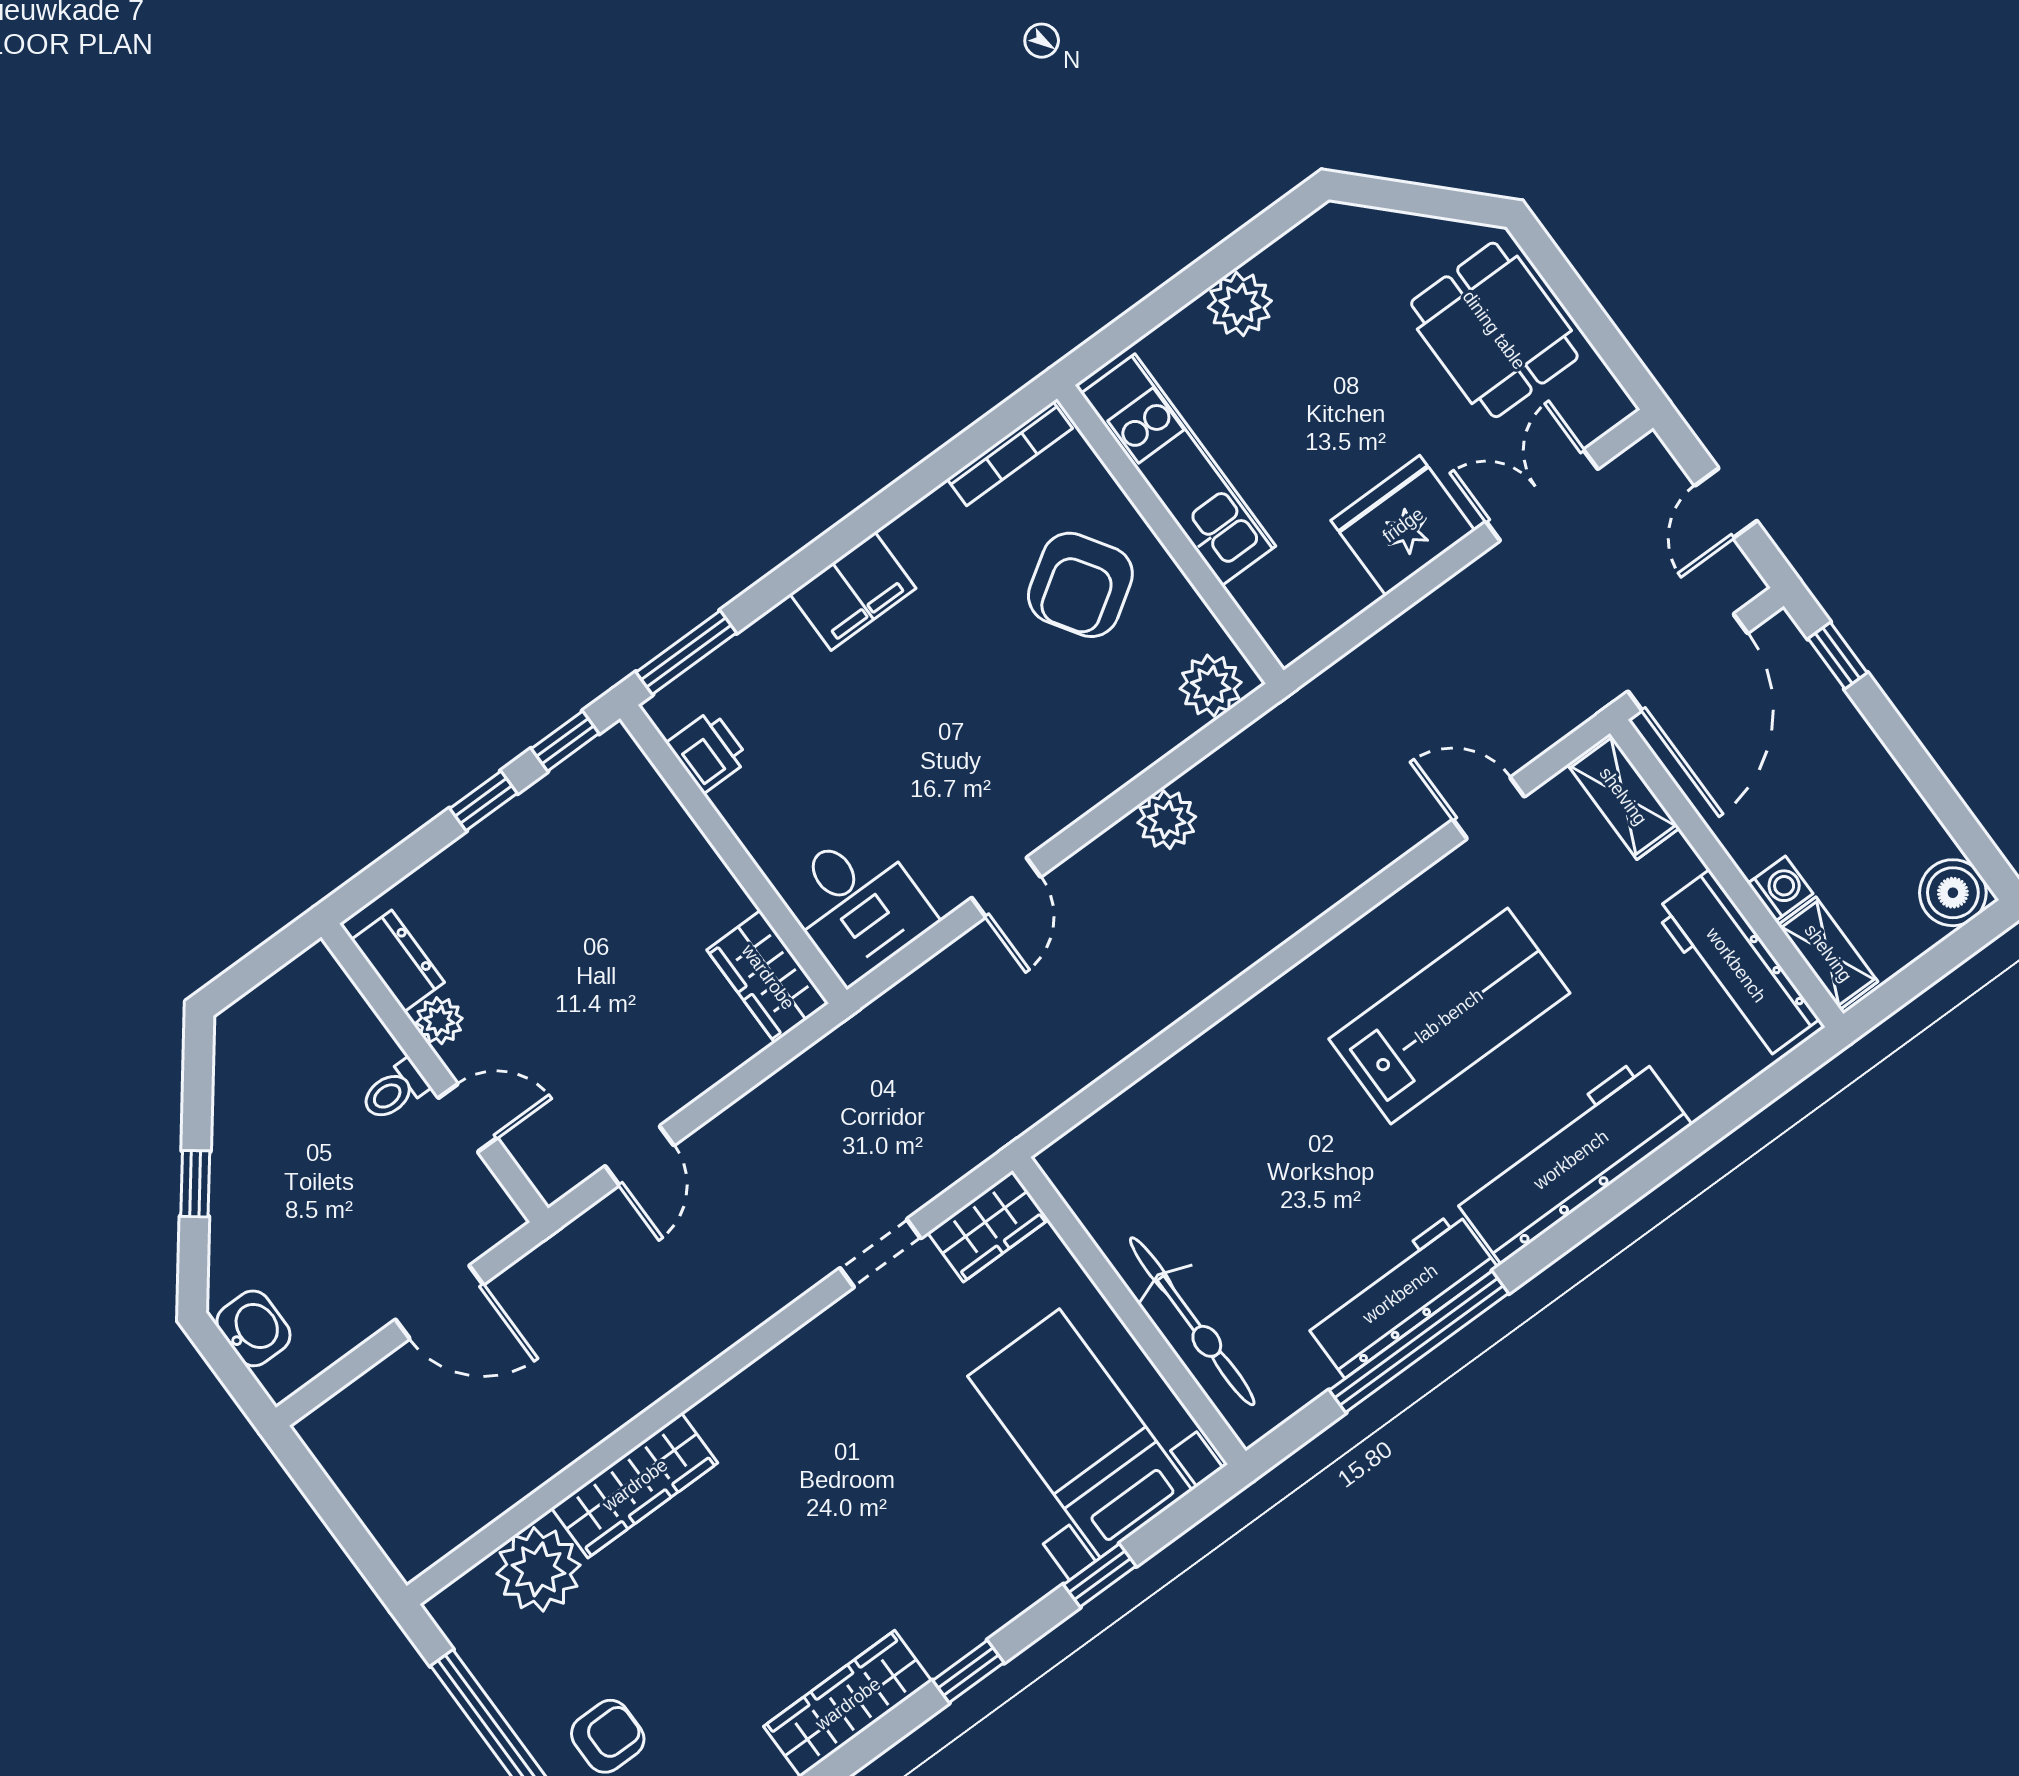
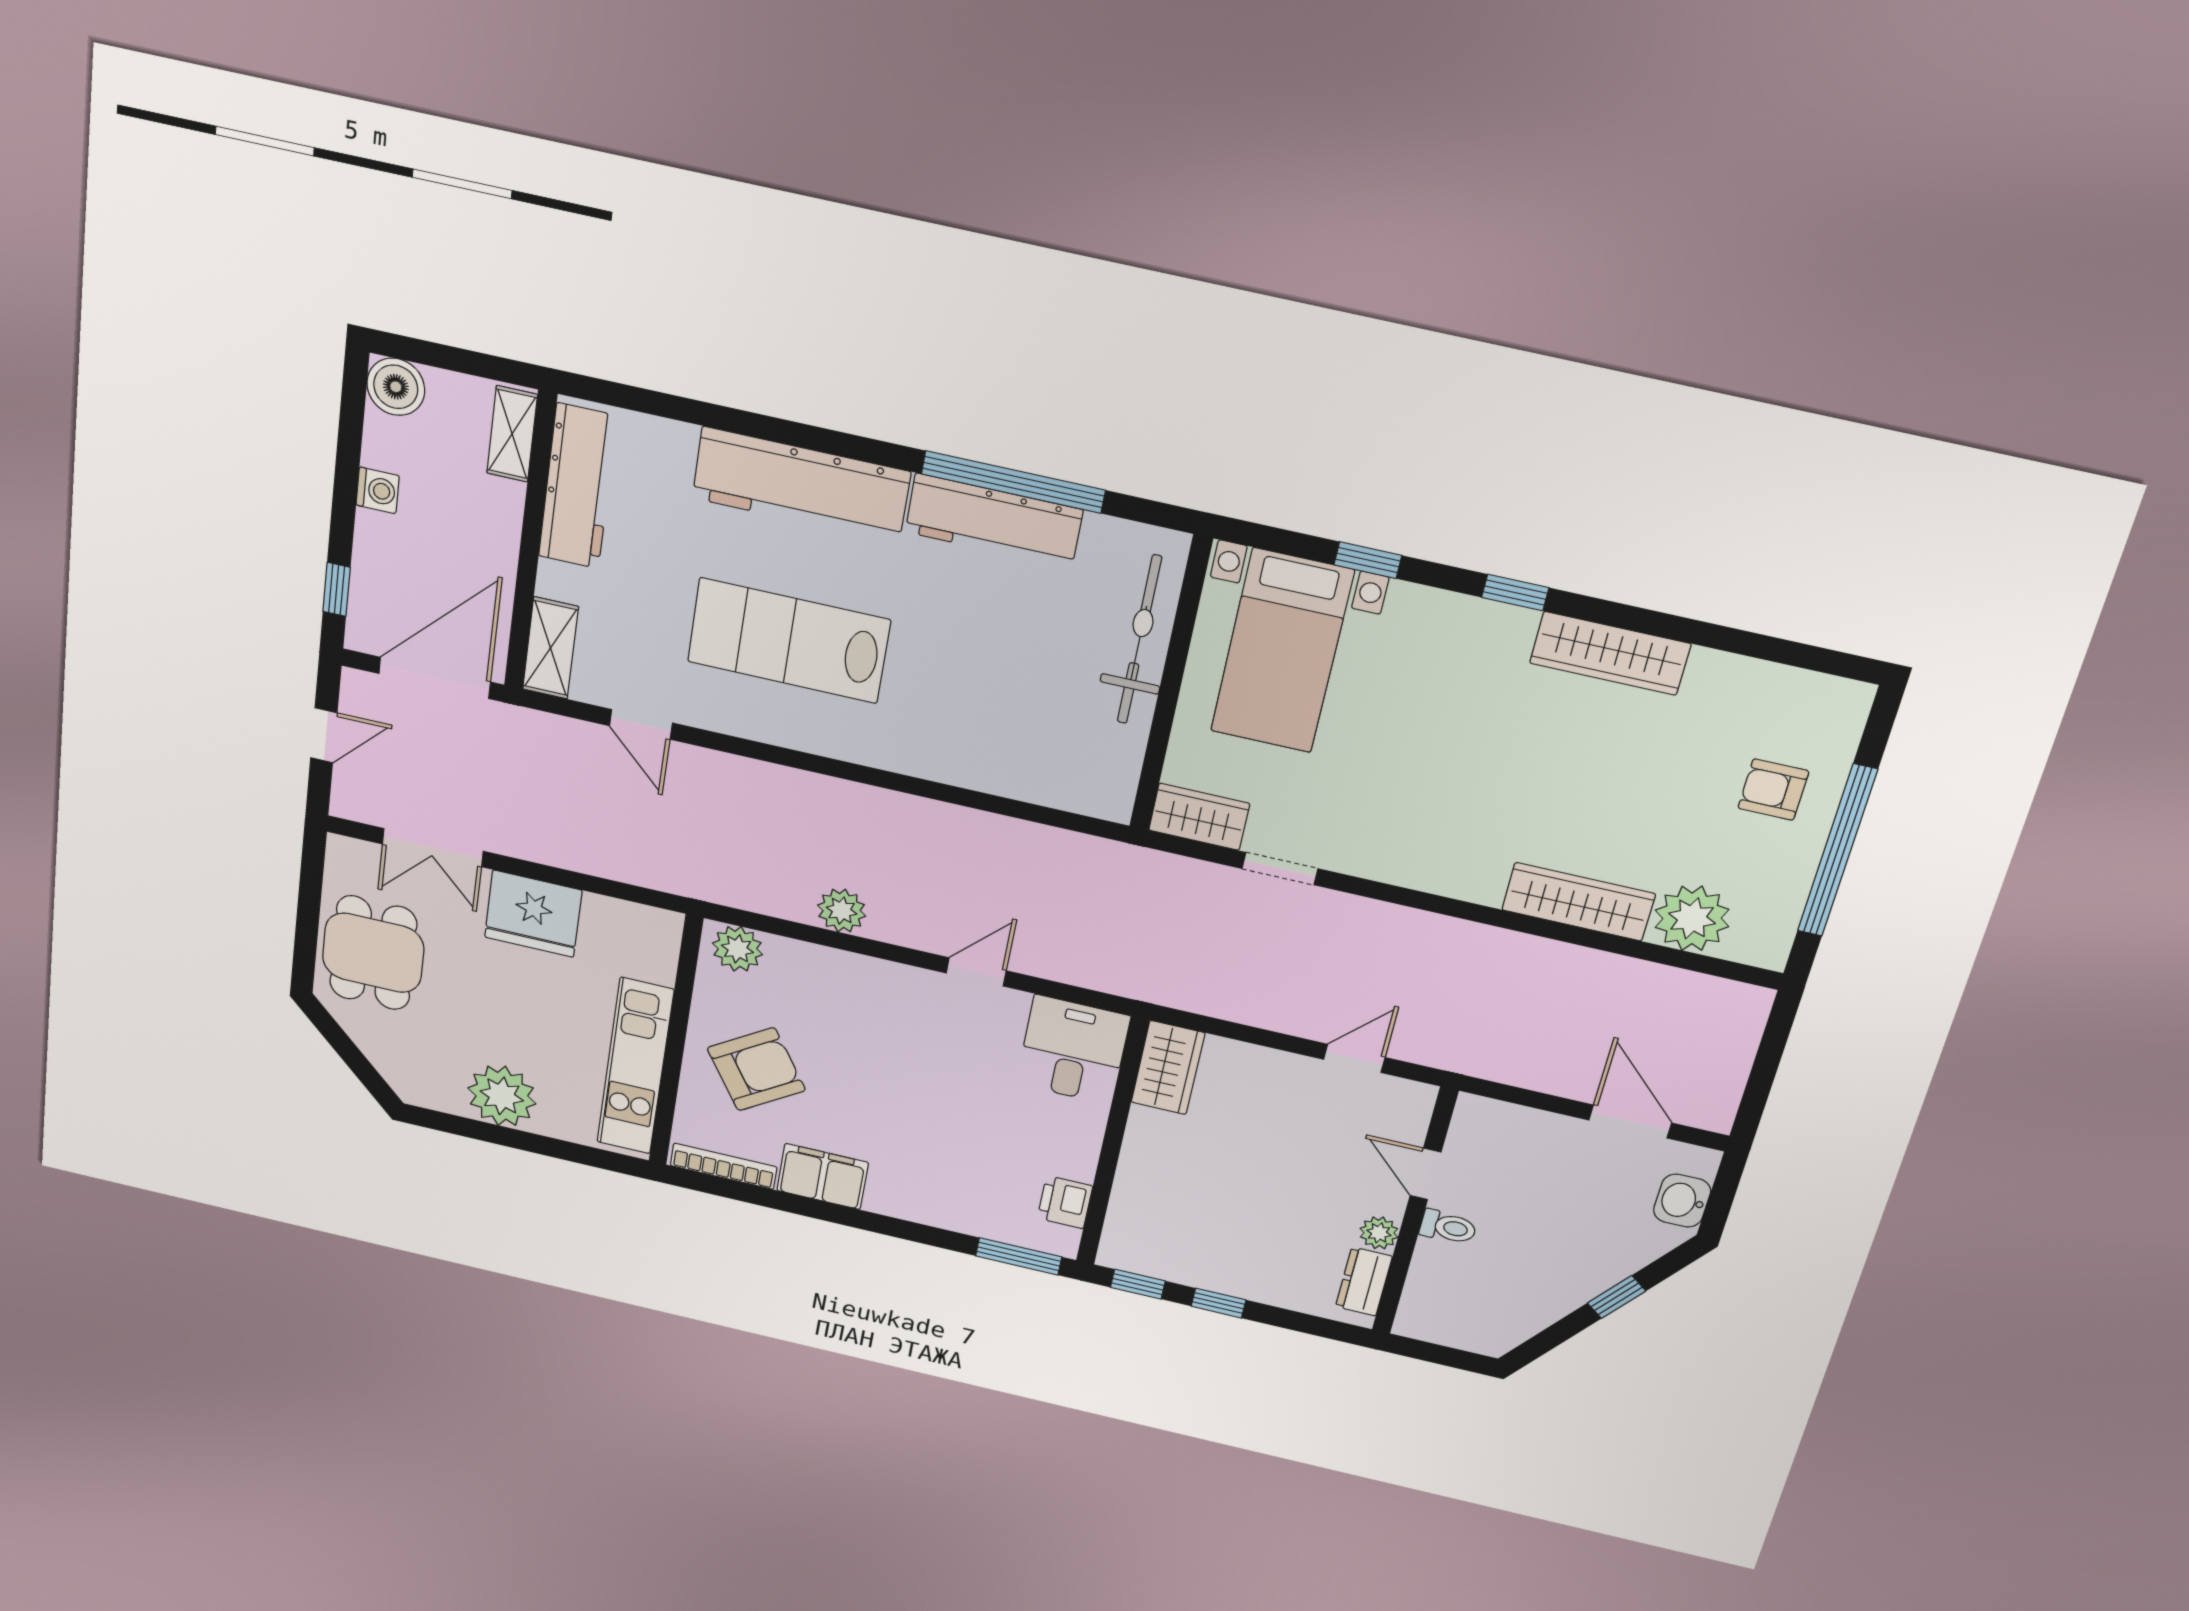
plant: (1240, 304) -> (502, 1096), width x1.36, depth x1.36
filing cabinet: (853, 591) -> (823, 1177), moved
washing machine: (1780, 889) -> (378, 490), moved, turned 180
door: (439, 1302) -> (1630, 1122), moved

